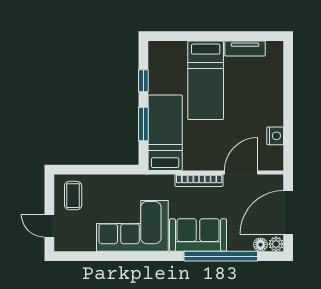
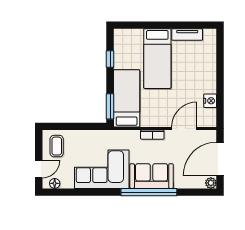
window: (143, 124) -> (110, 106), moved
bookcase: (199, 180) -> (152, 135), width x0.64
door: (49, 226) -> (39, 169), swing flipped
floor lamp: (260, 245) -> (55, 183), moved
window: (221, 256) -> (149, 192), moved

